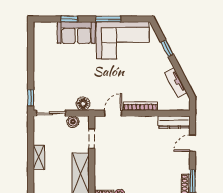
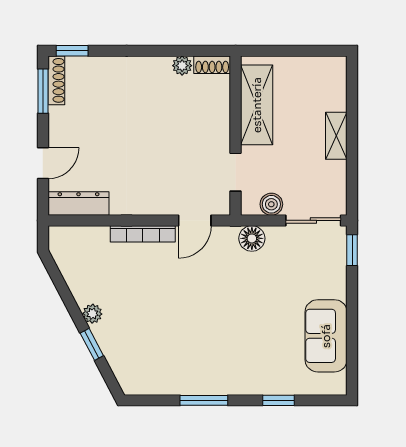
sofa: (76, 33) -> (326, 336), moved, turned -90
corner sofa: (123, 40) -> (176, 360), removed
plant: (167, 64) -> (92, 314), added
tv unit: (176, 83) -> (75, 279), removed

